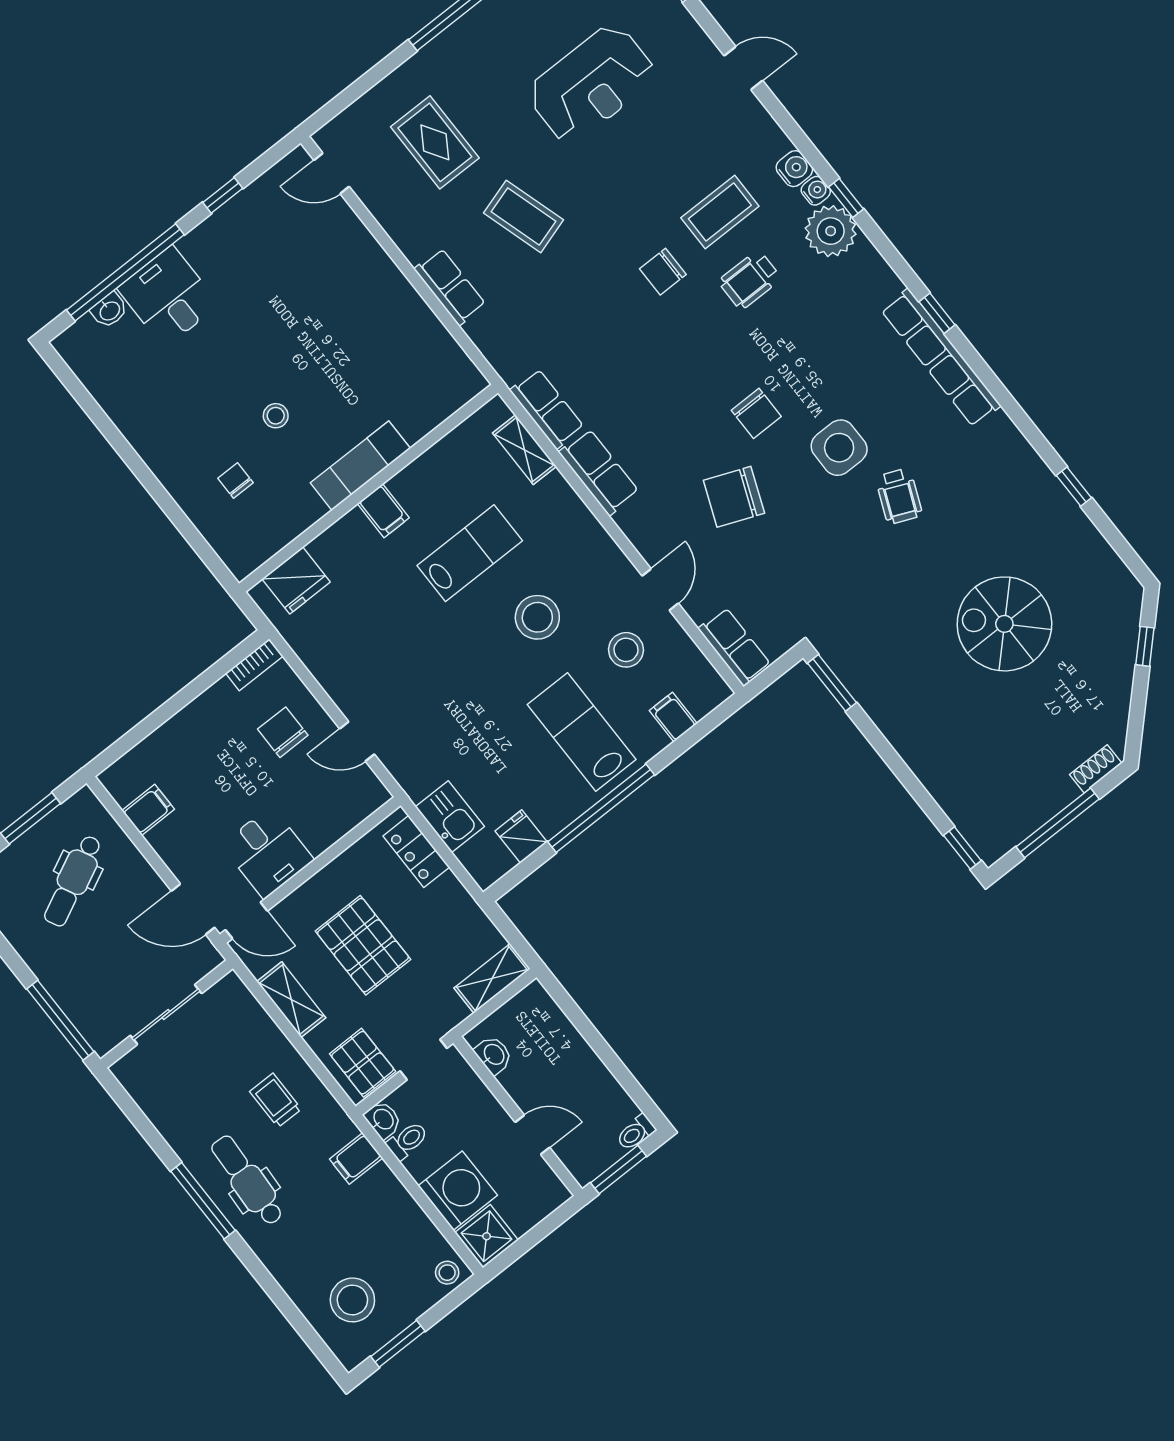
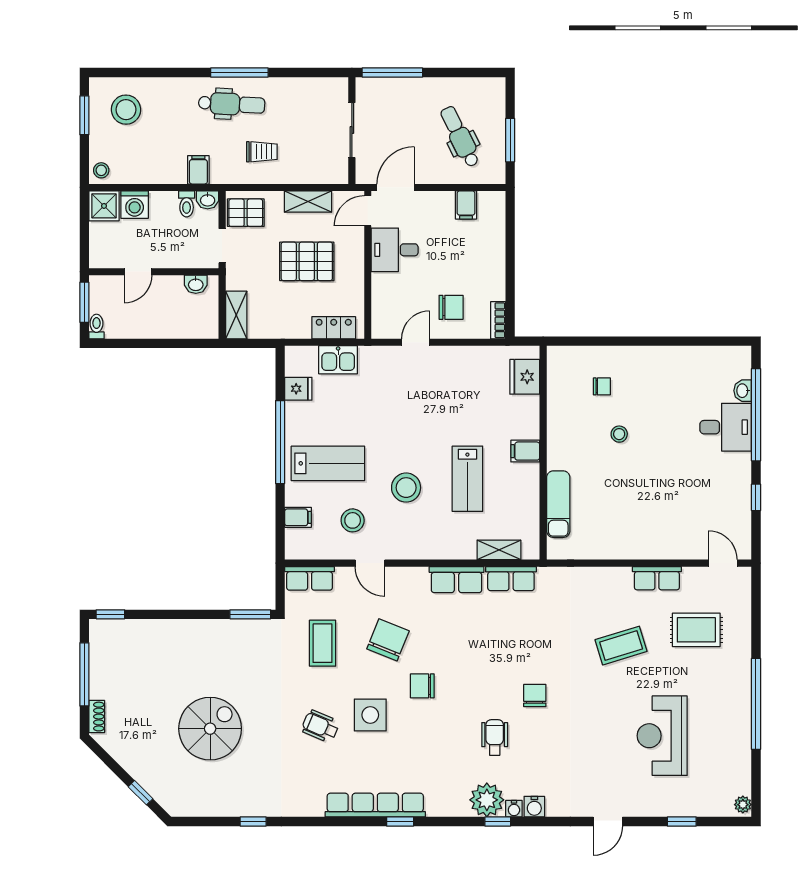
door: (331, 173) -> (723, 563), hinge flipped
coffee table: (720, 212) -> (323, 643), moved
row of seats: (450, 287) -> (657, 578), moved
exam couch: (360, 466) -> (558, 504), moved
washing machine: (458, 1191) -> (135, 205), width x0.73, depth x0.73

